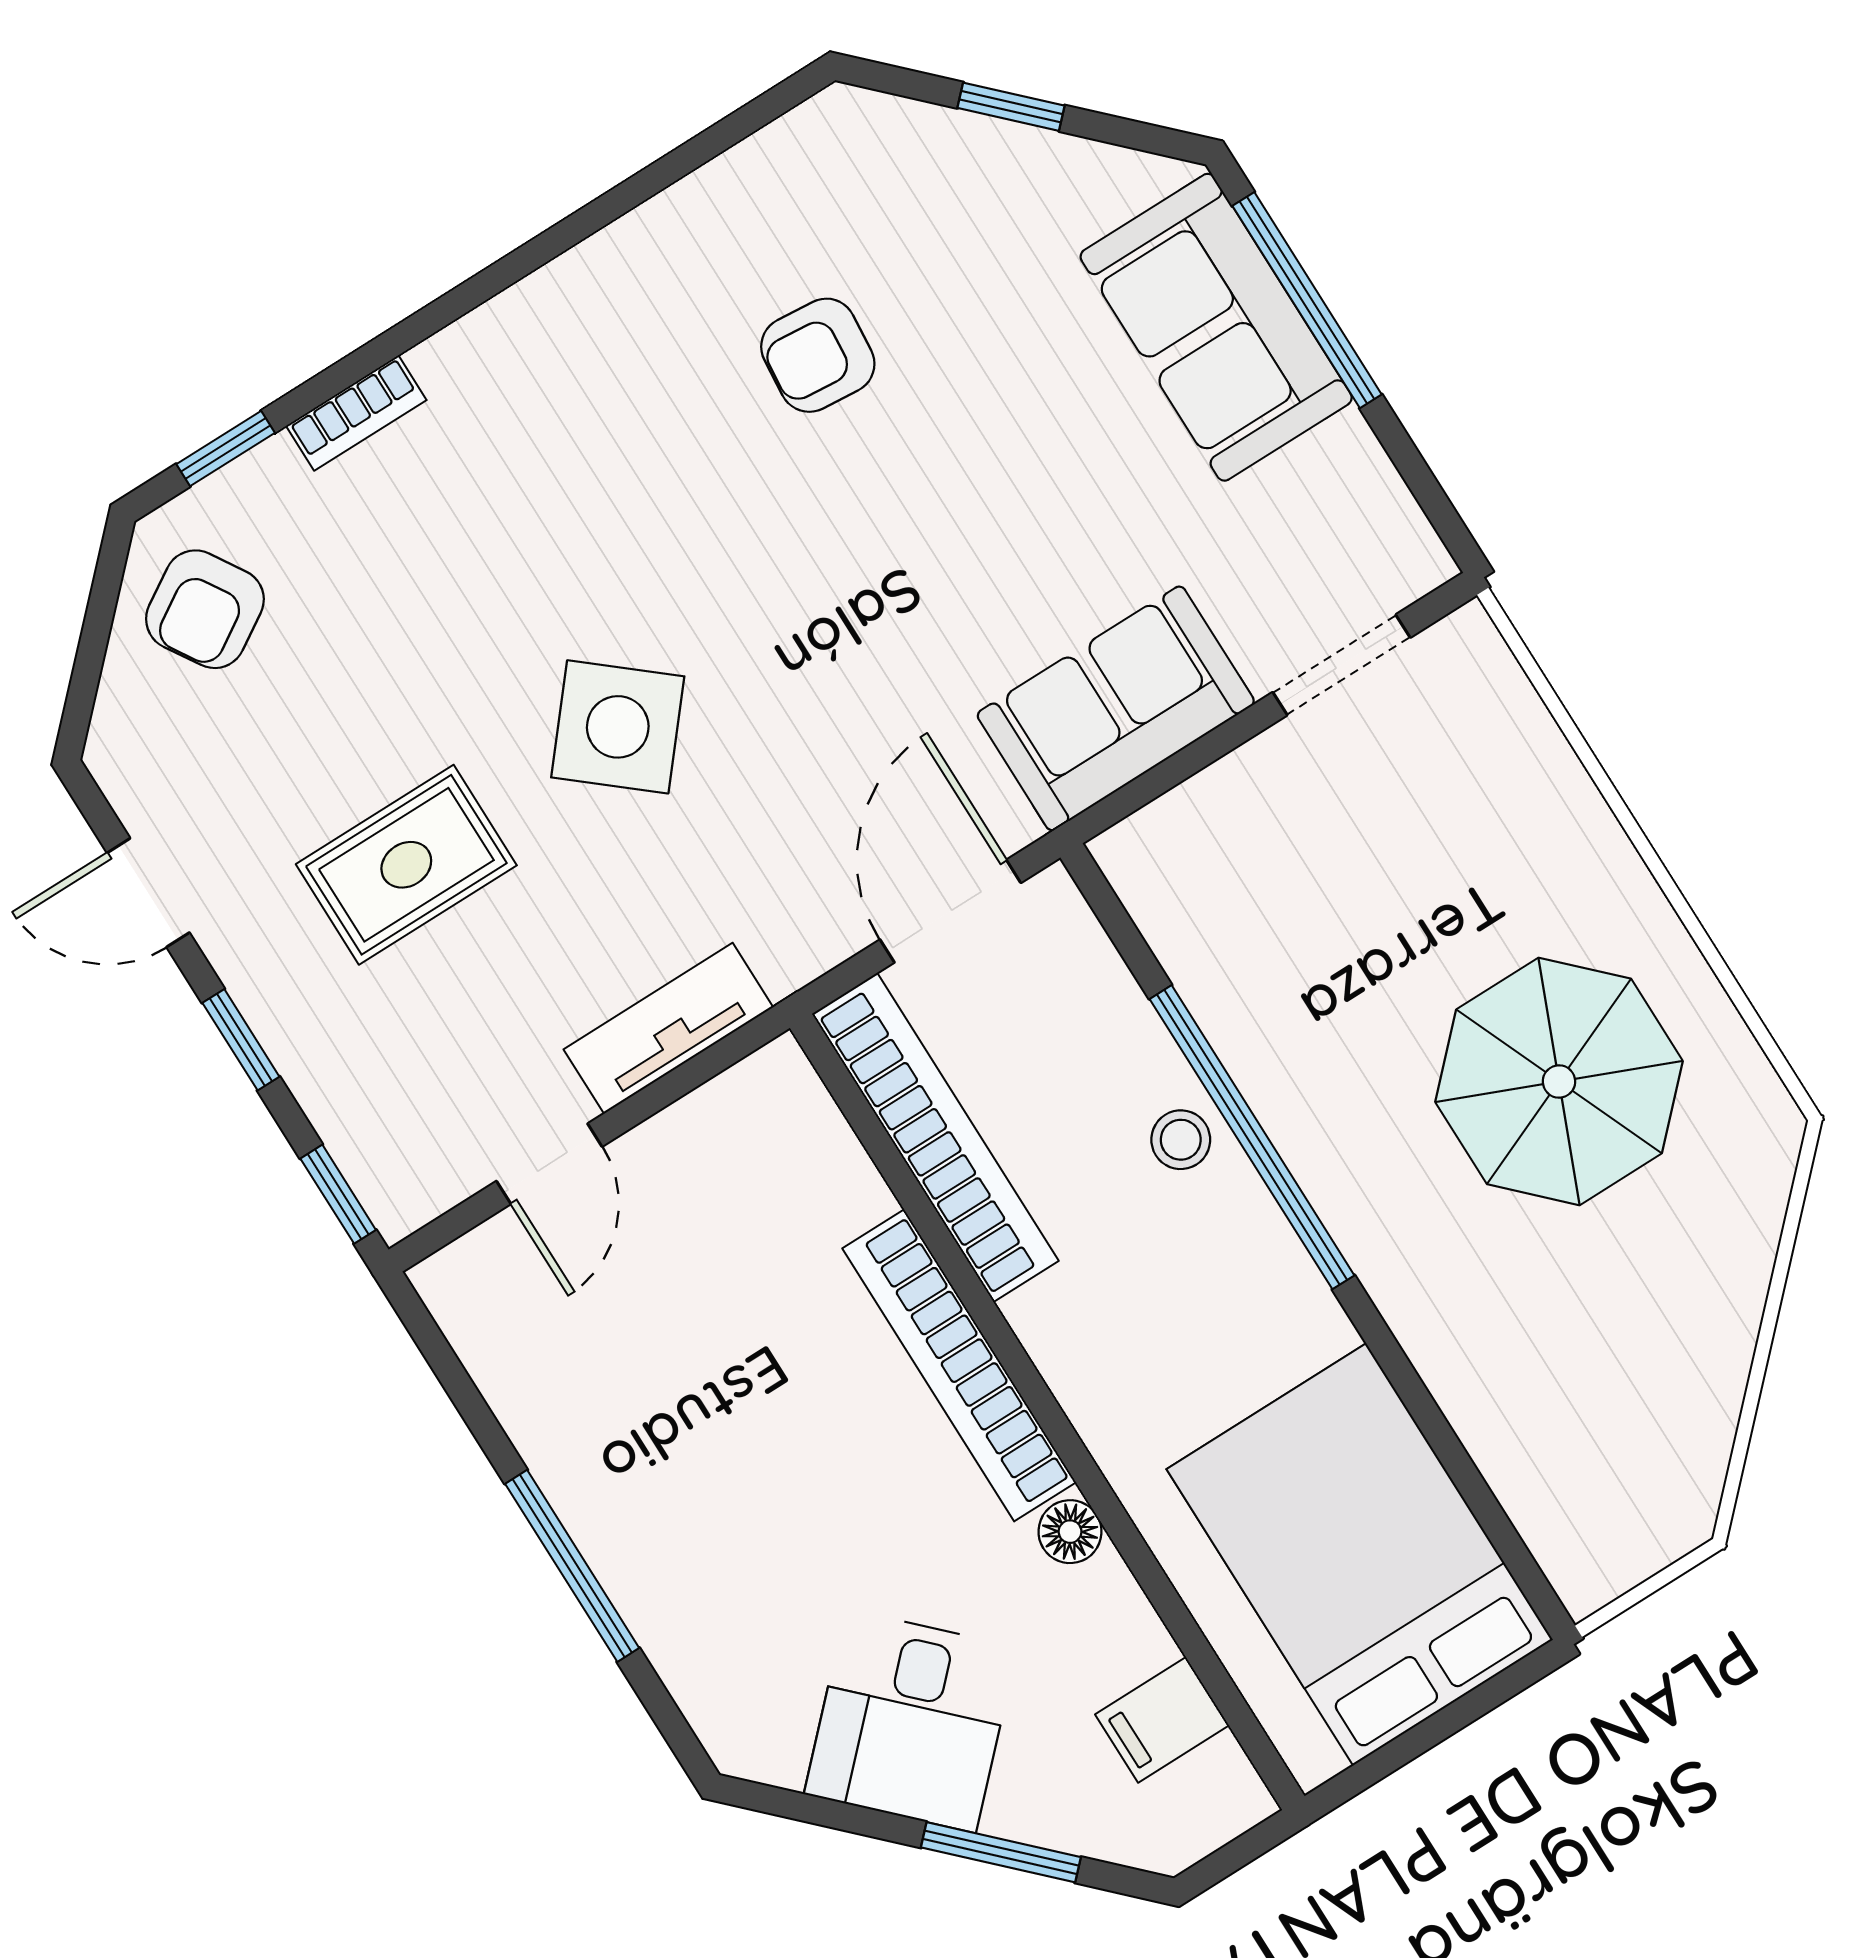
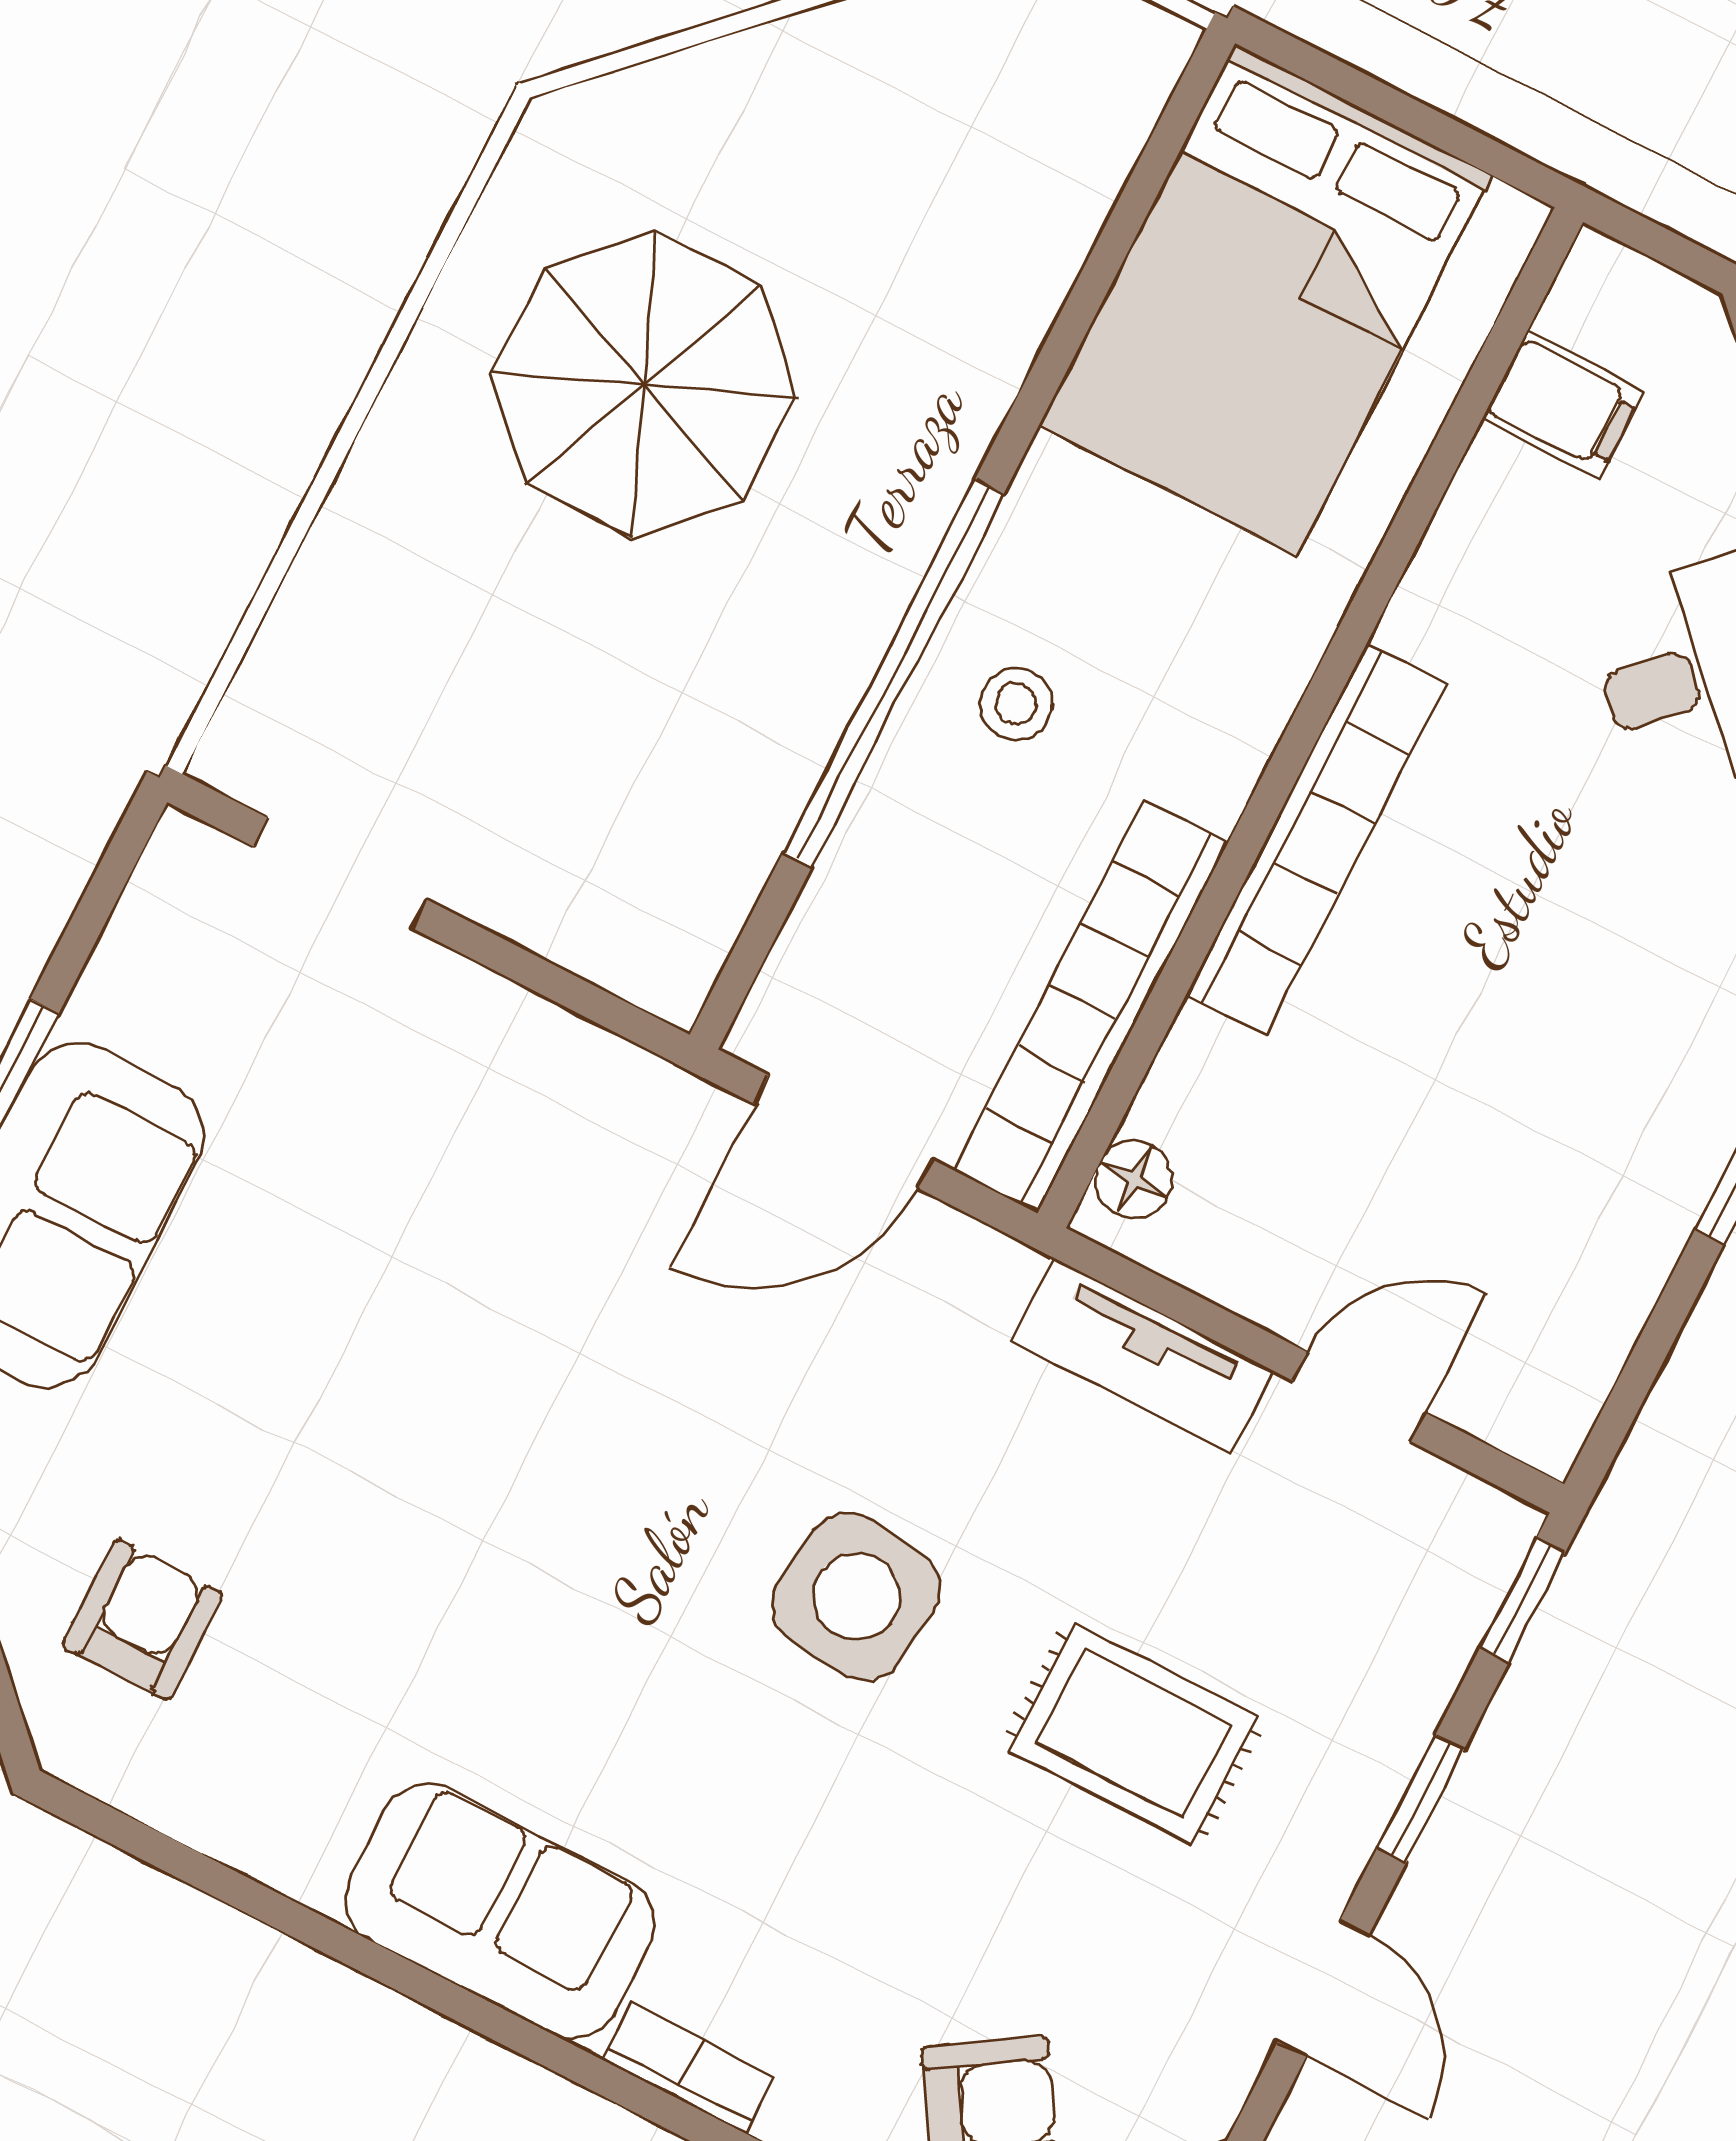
armchair: (818, 355) -> (143, 1620), moved, turned -95
sofa: (1116, 708) -> (501, 1911), moved, turned 180
side table: (618, 727) -> (856, 1597), turned -33
stool: (1181, 1140) -> (1016, 704), moved
floor lamp: (1070, 1532) -> (1134, 1180), moved

